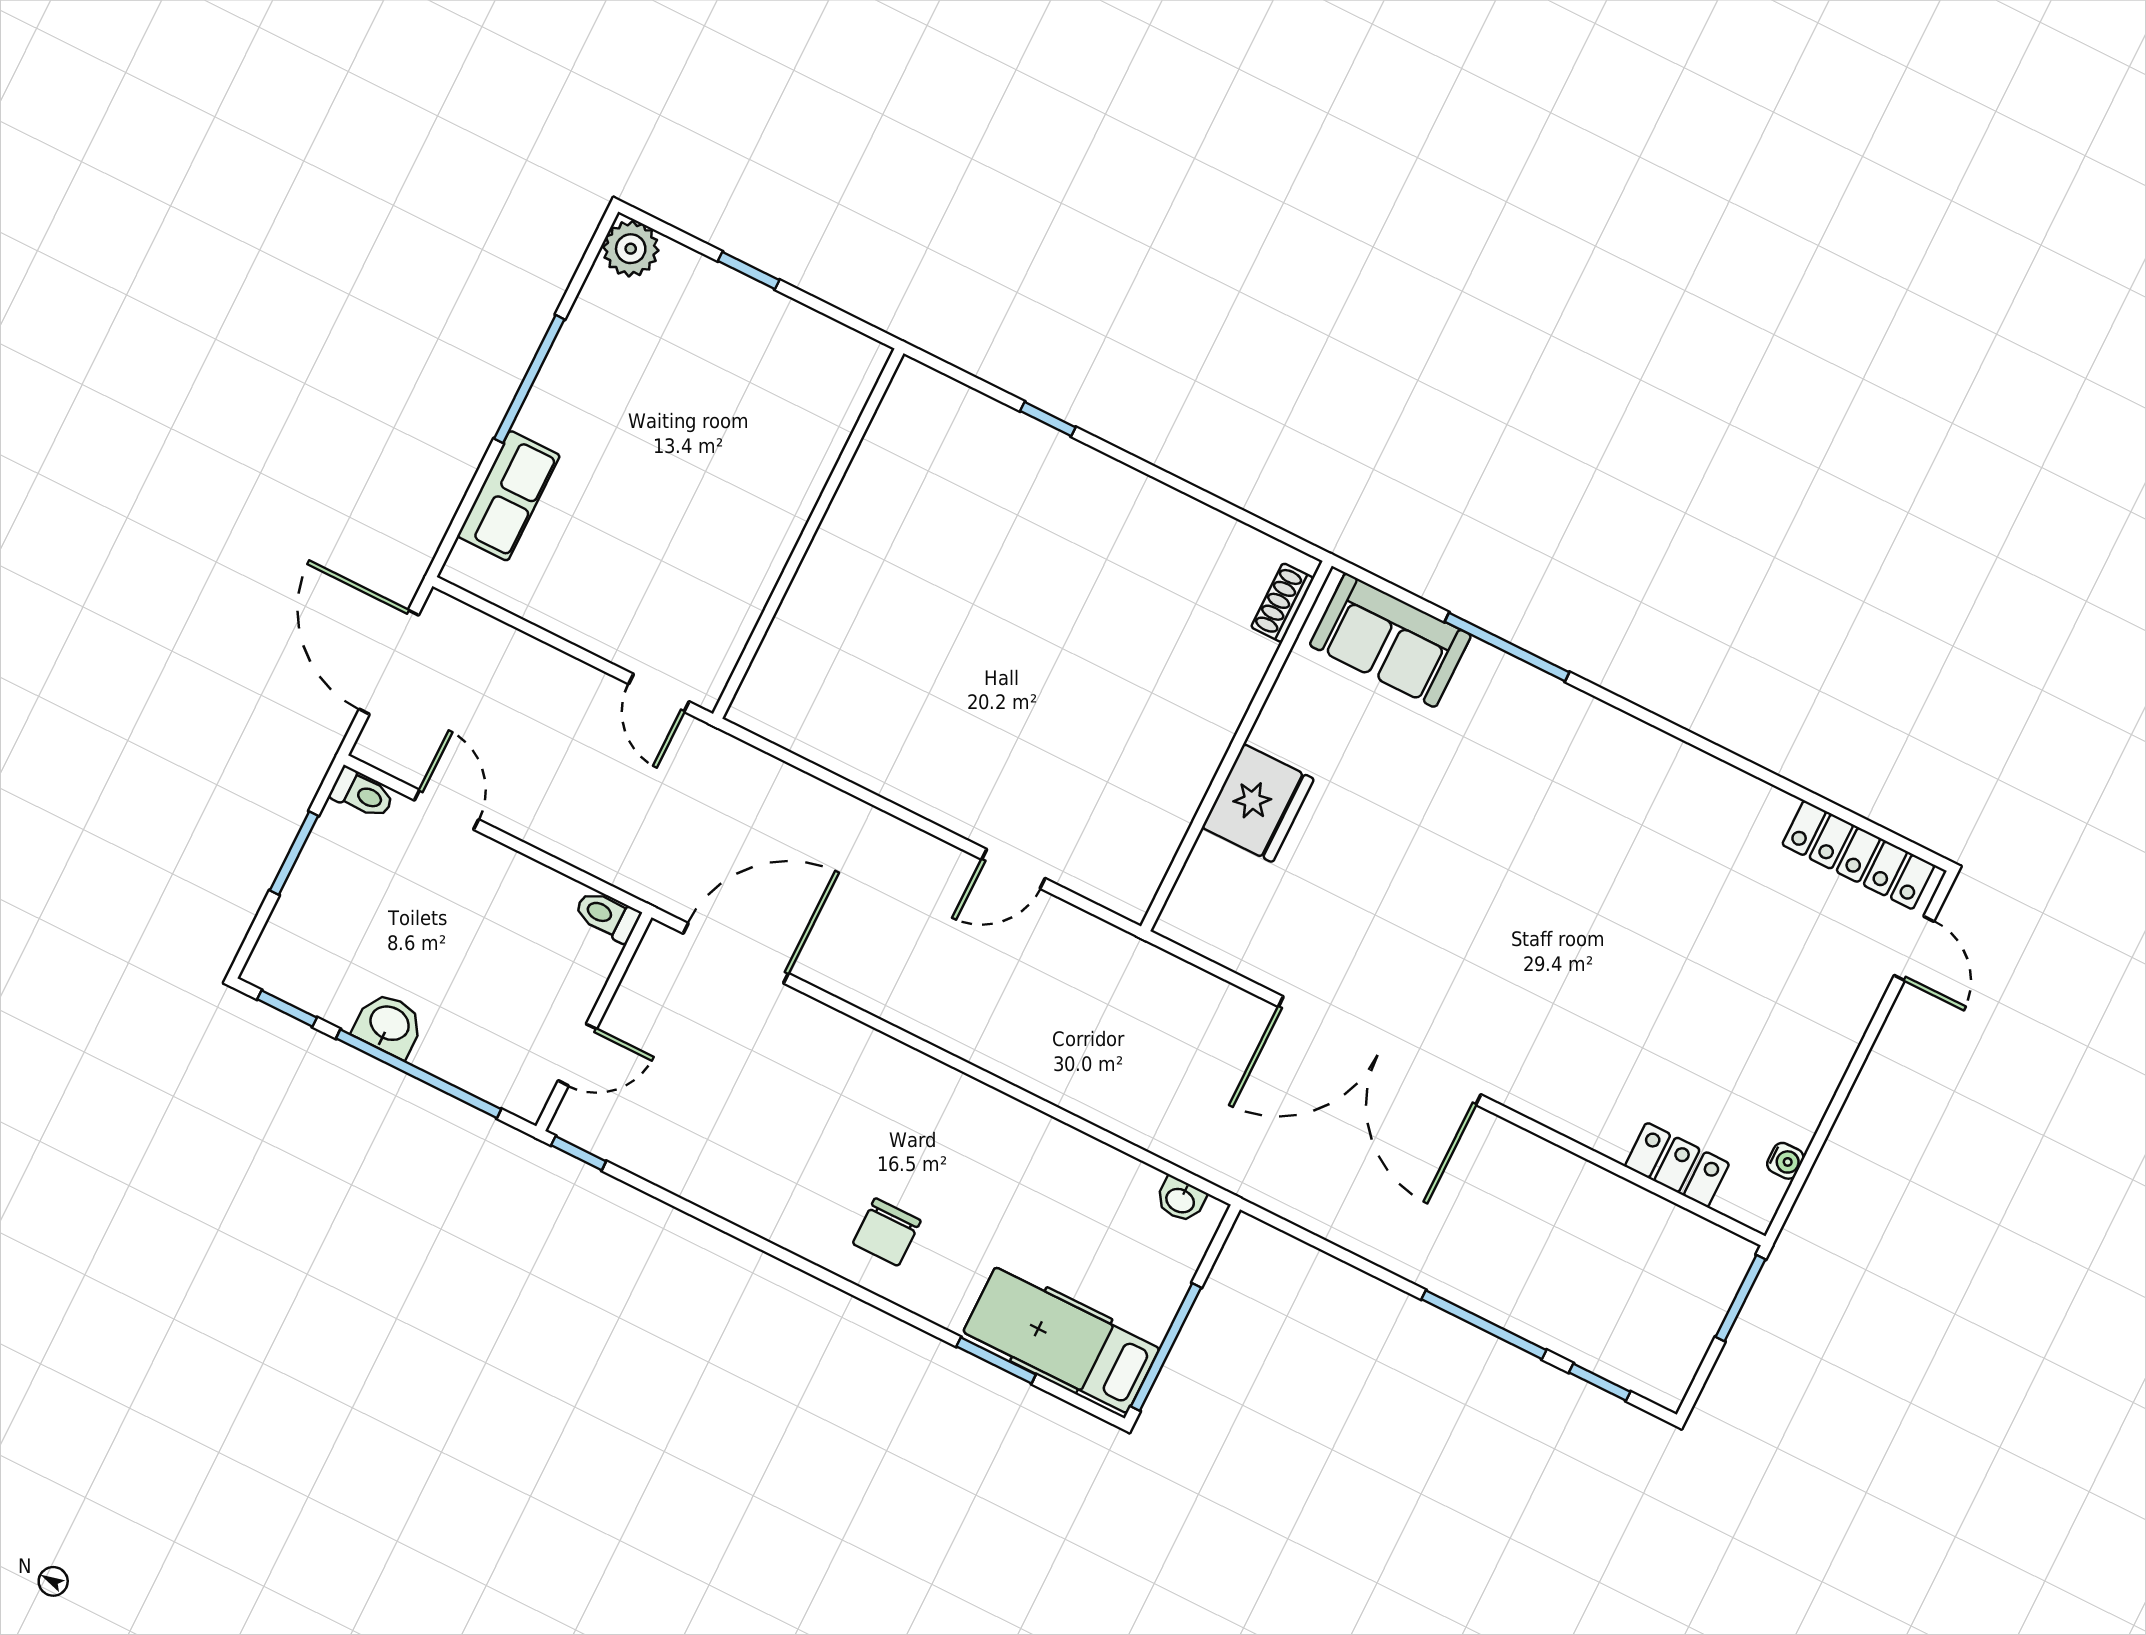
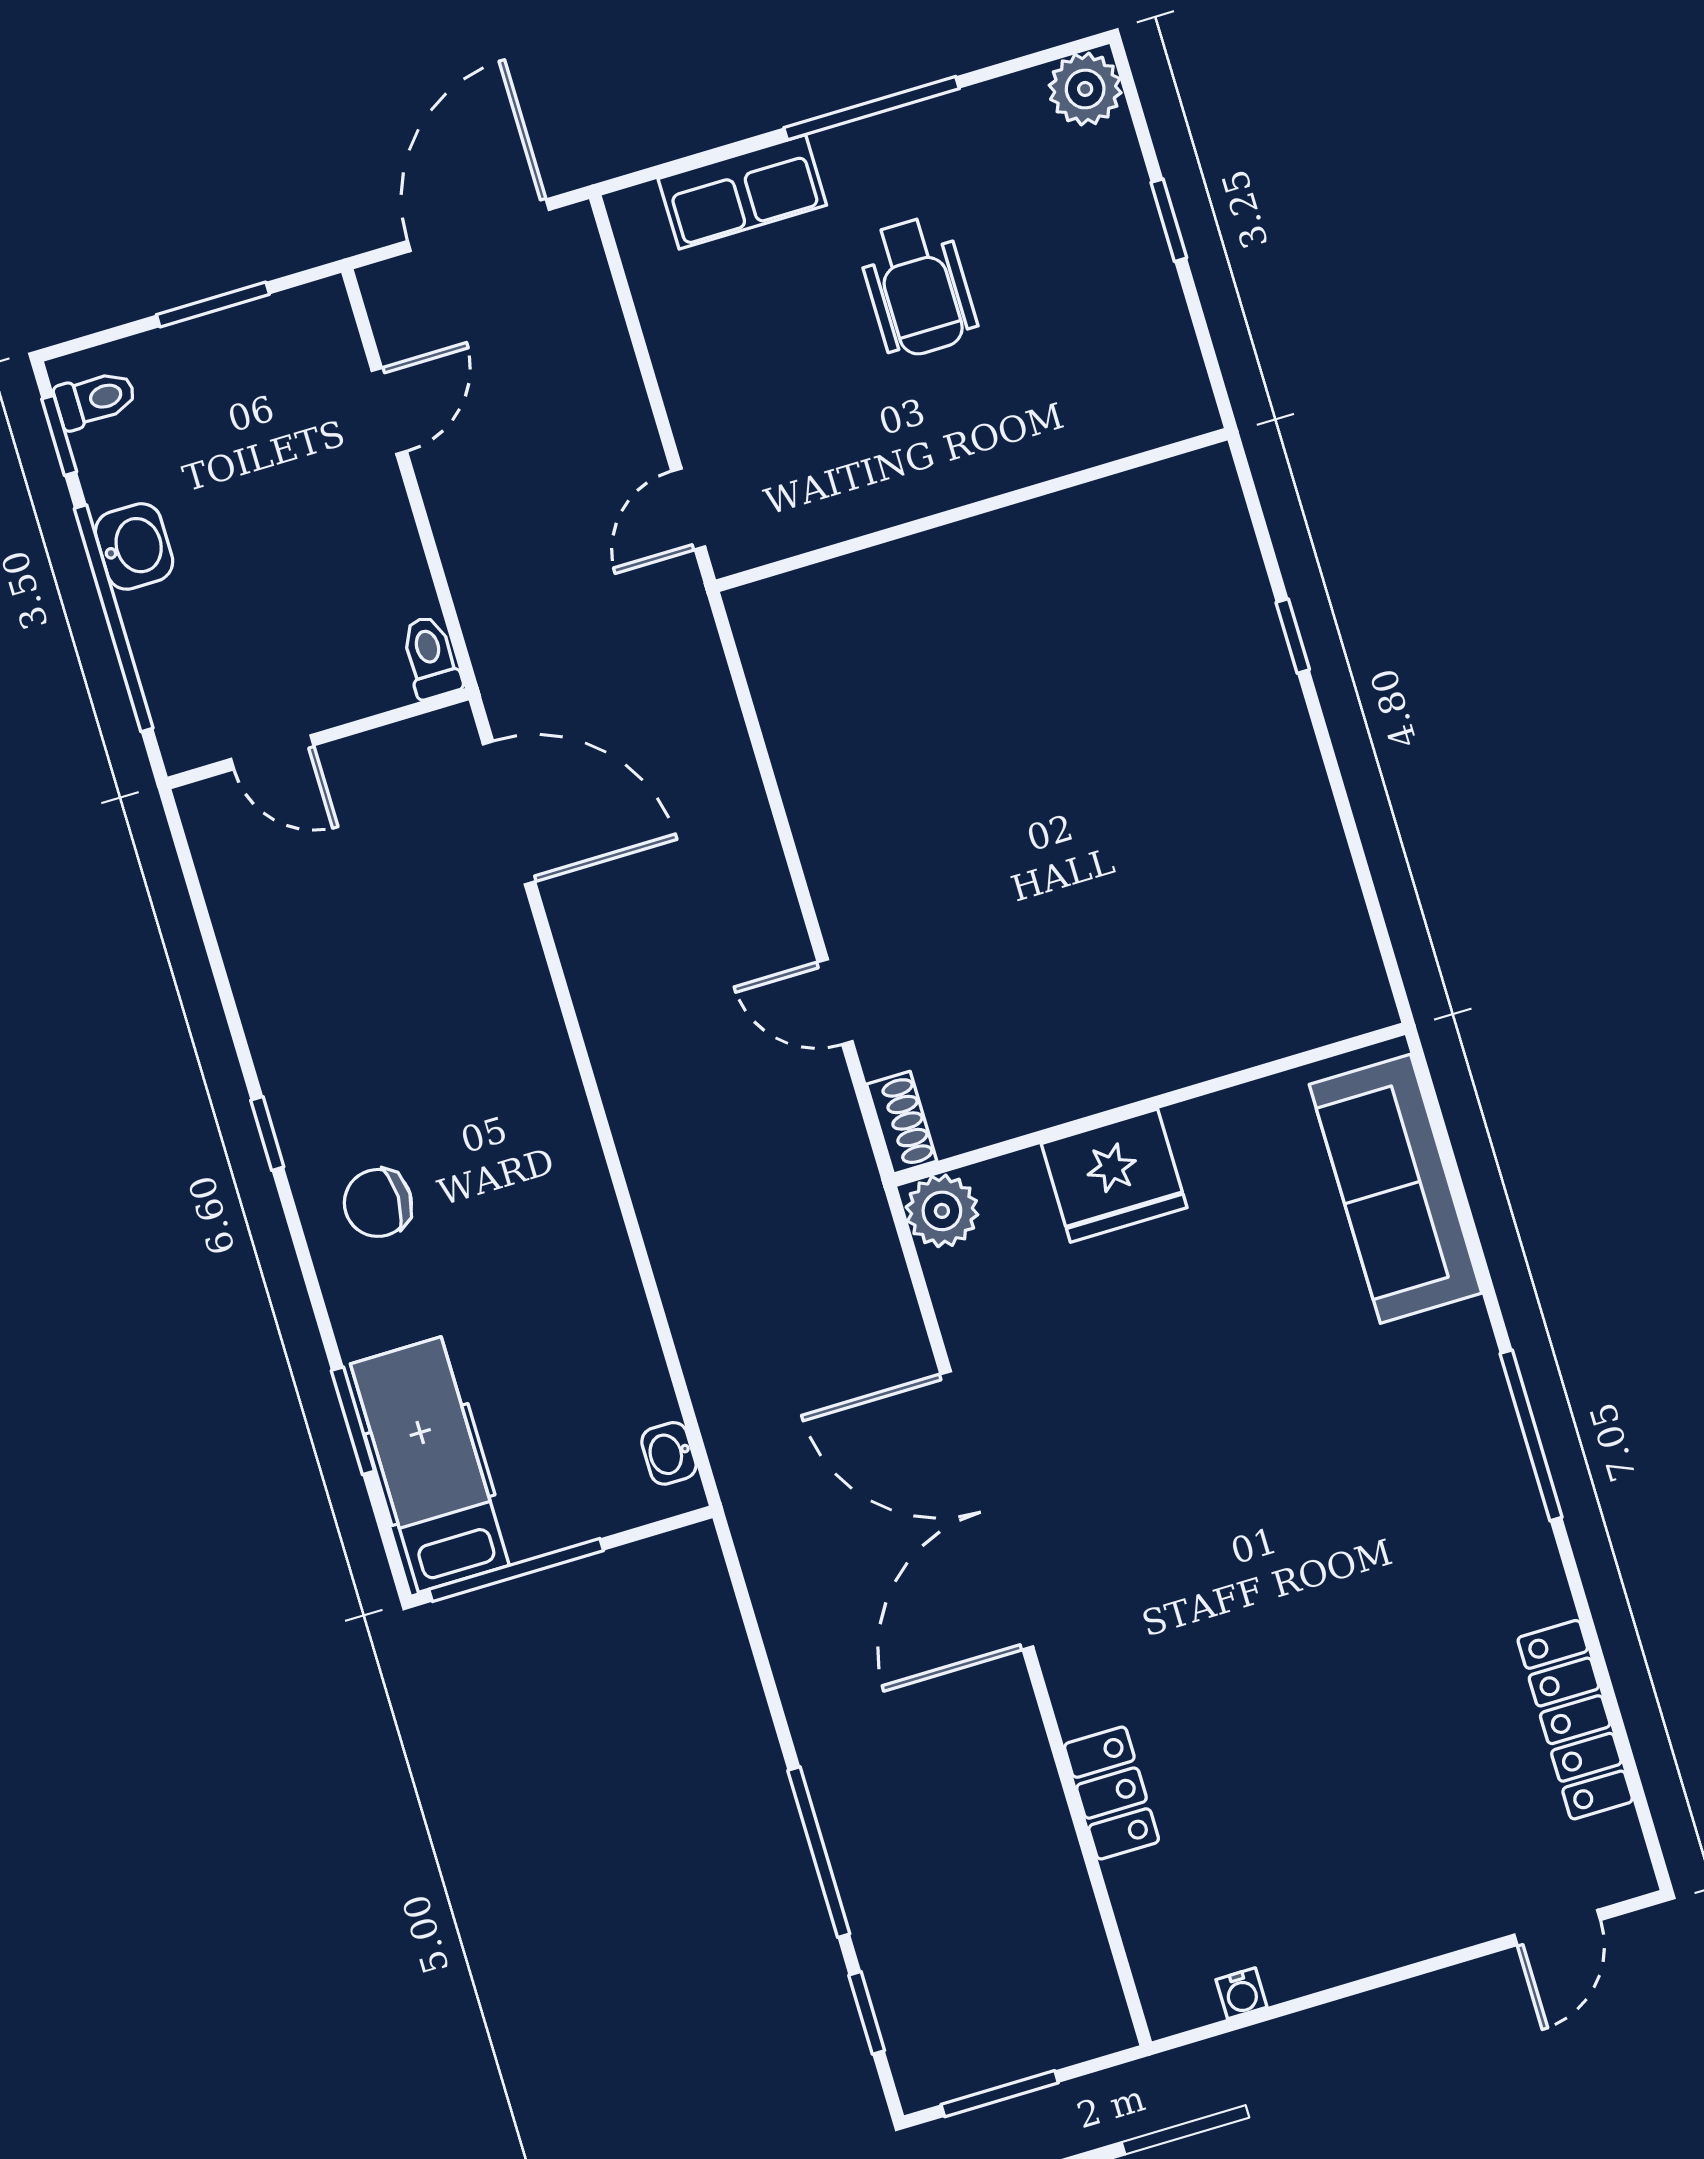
wheelchair: (654, 447) -> (918, 287), added
shoe rack: (1282, 603) -> (902, 1123), moved, turned 90
sofa: (1390, 640) -> (1395, 1189), width x1.36
window: (1507, 647) -> (1531, 1435), moved
toilet: (362, 794) -> (95, 399), moved, turned -90
locker: (1858, 855) -> (1575, 1720), moved
plant: (1187, 919) -> (942, 1211), added
window: (579, 1153) -> (267, 1134), moved
locker: (1677, 1165) -> (1111, 1793), moved
window: (1740, 1298) -> (1000, 2094), moved

